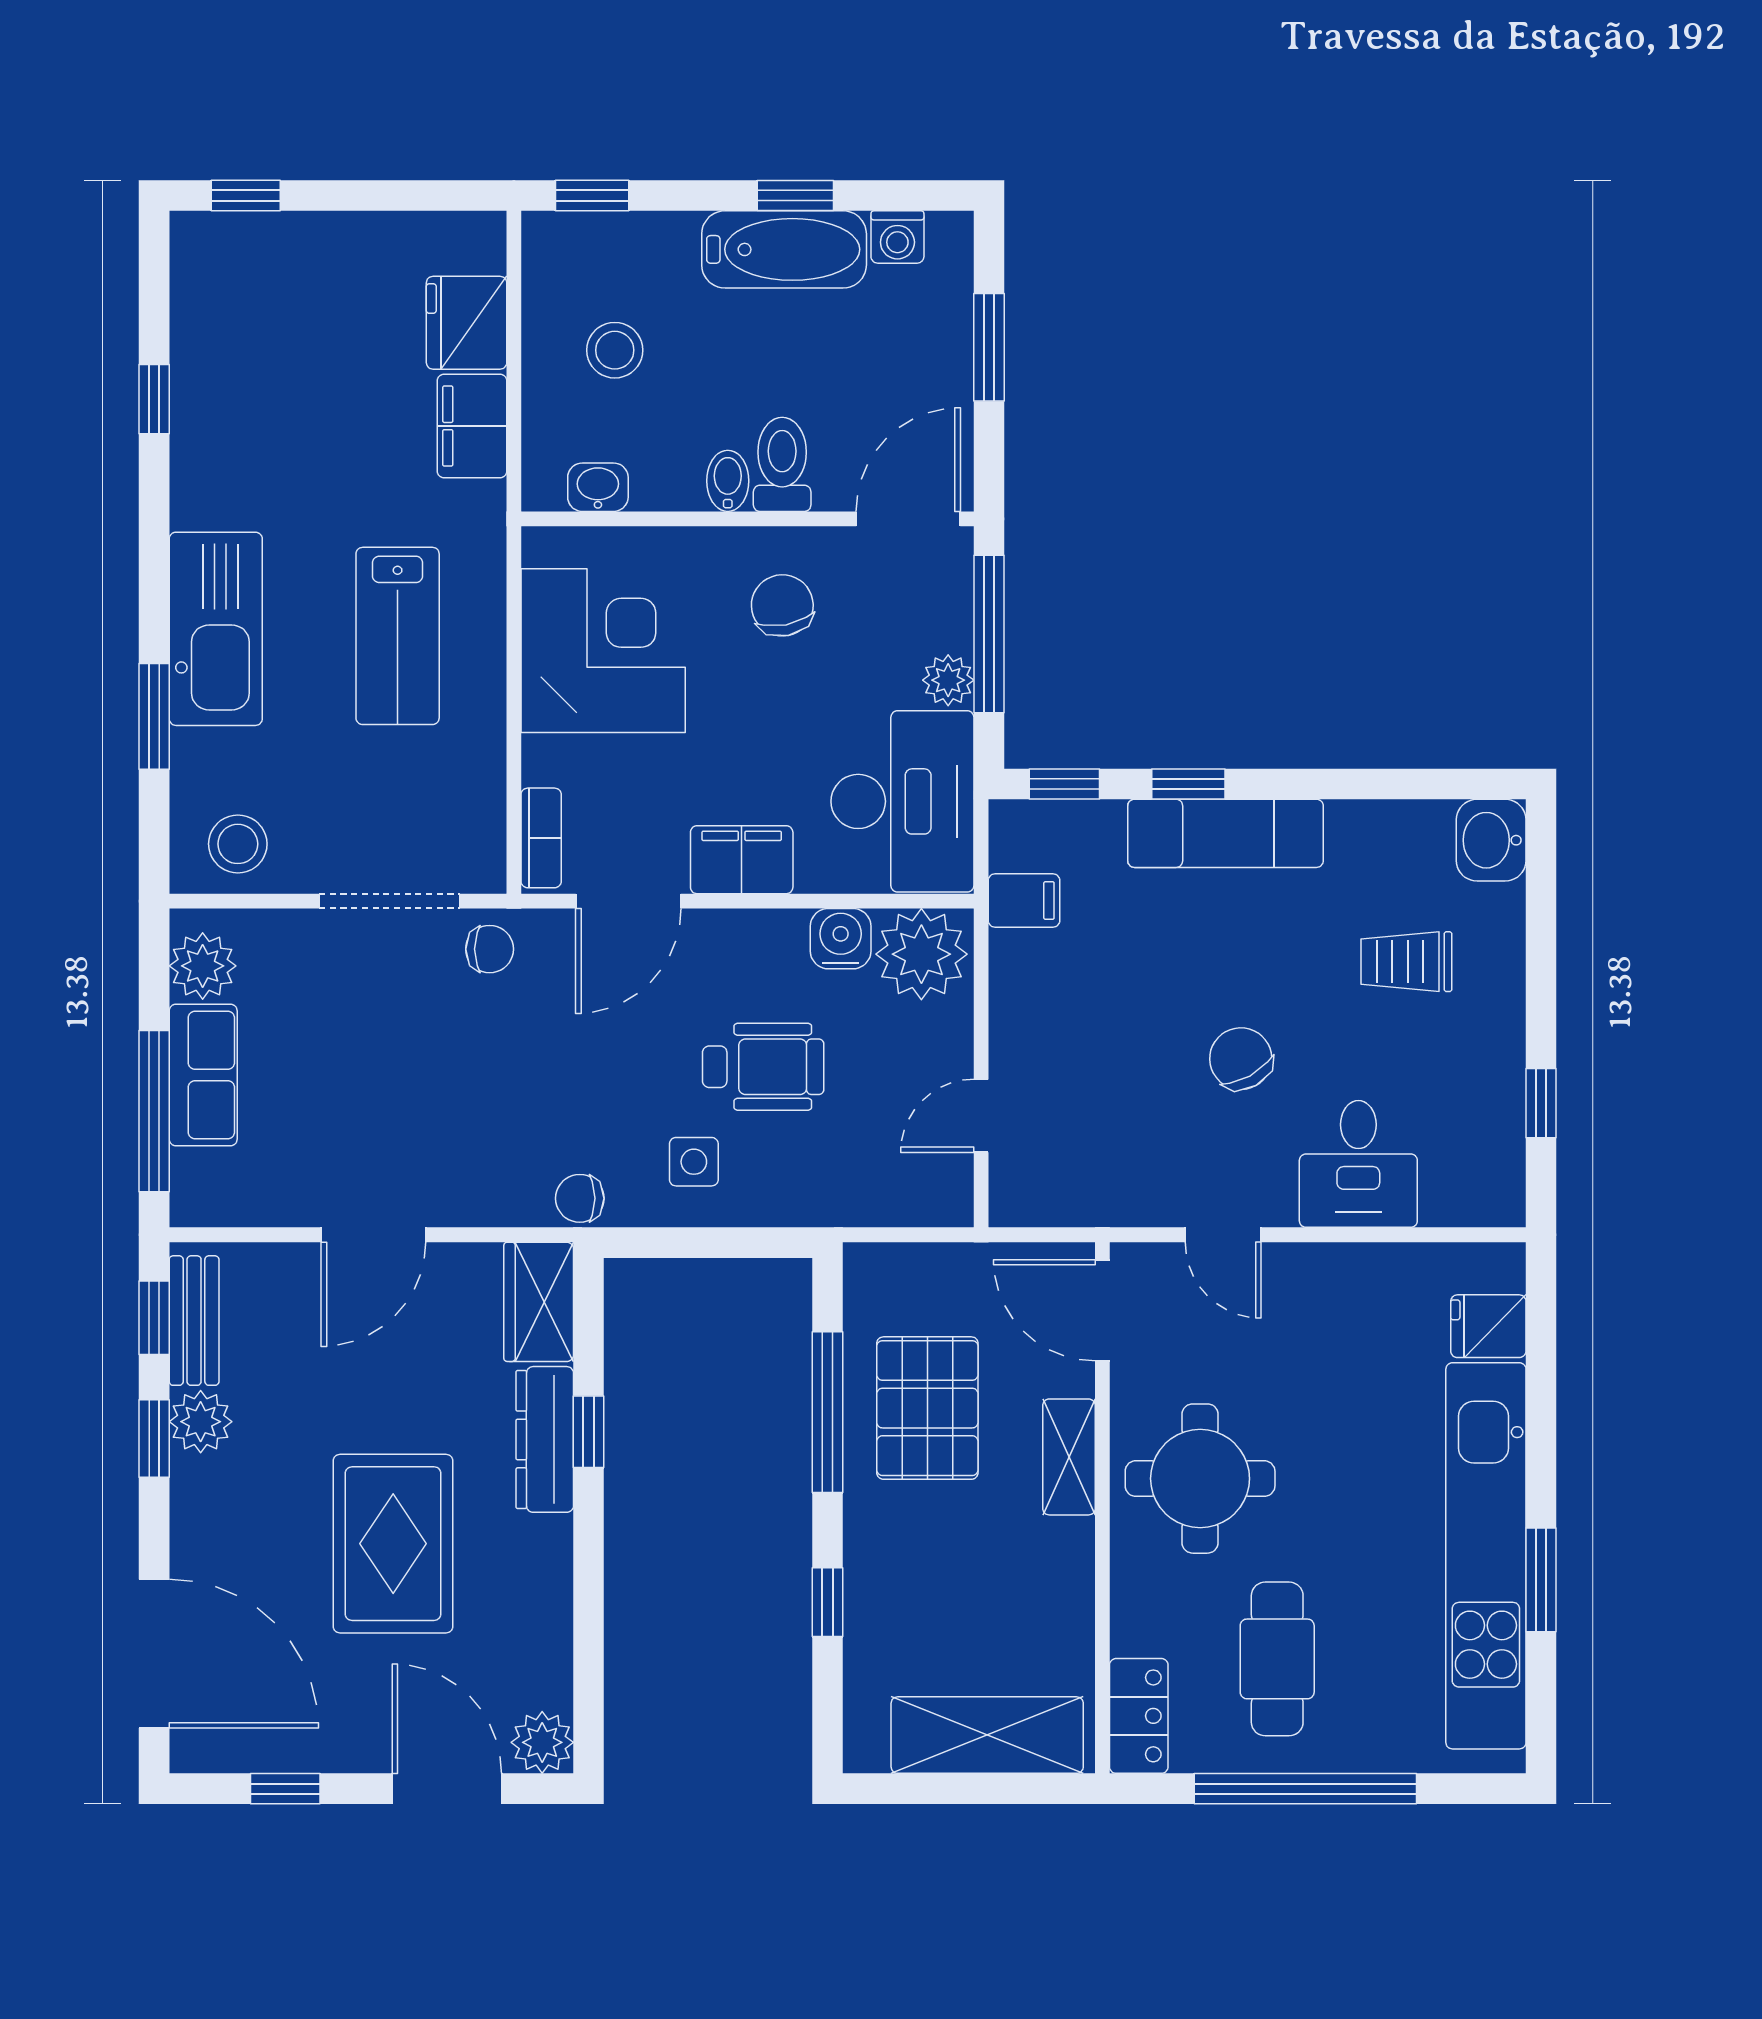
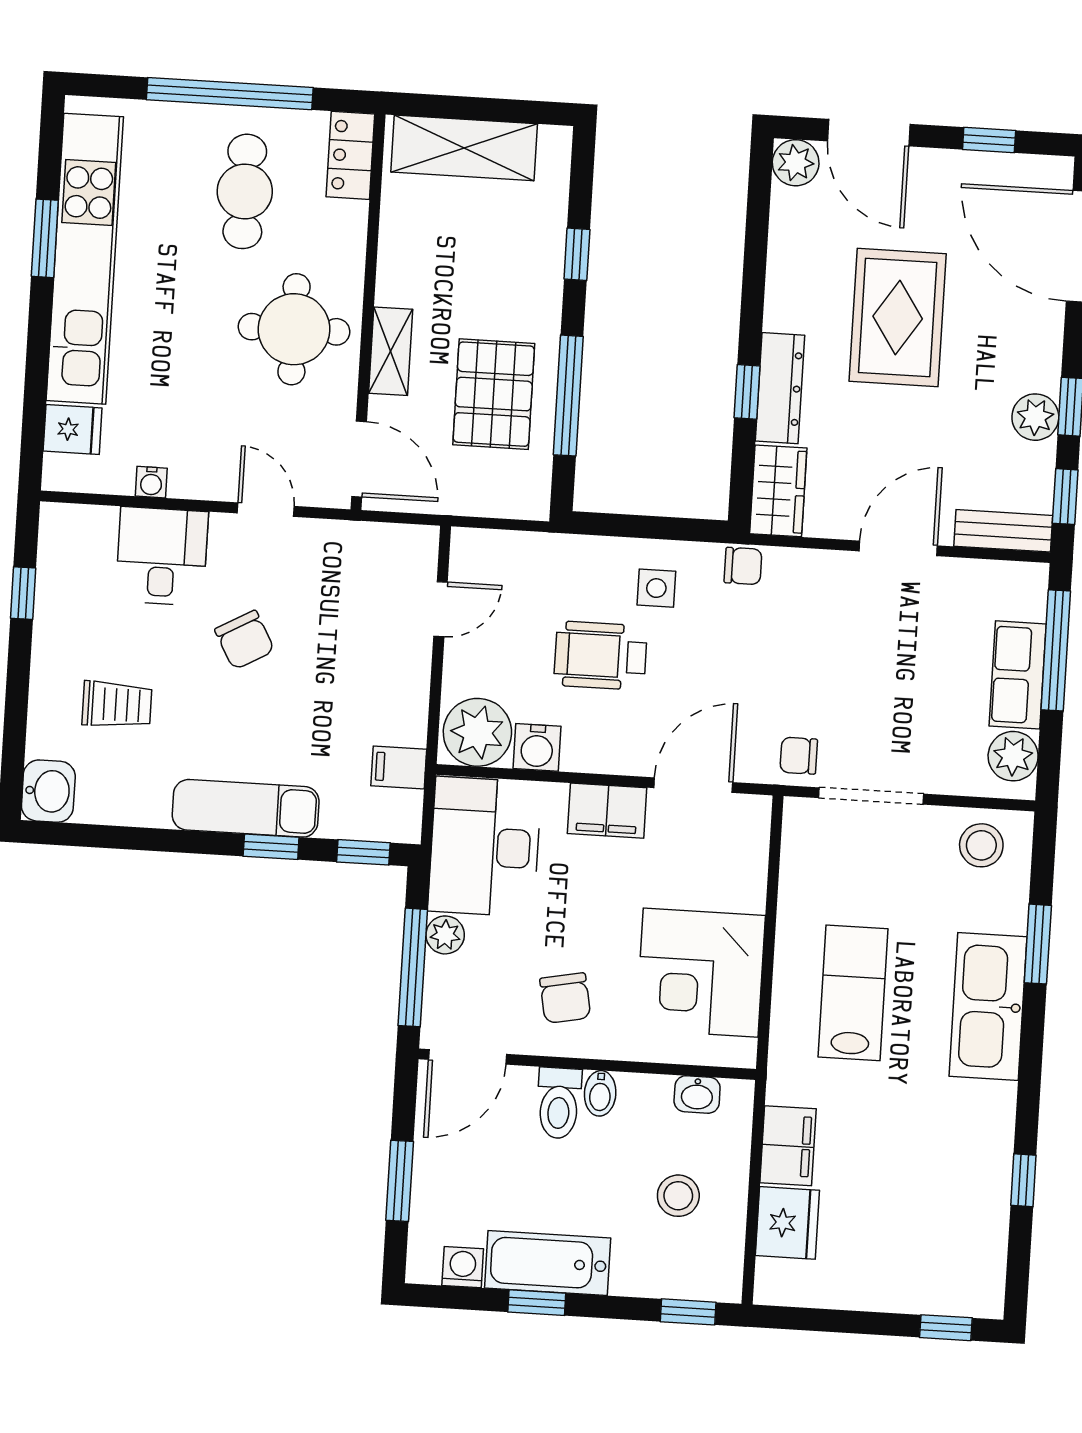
bookcase: (541, 838) -> (755, 836), removed
water cooler: (1379, 1262) -> (151, 482), added
bench: (194, 1321) -> (1003, 531), moved, turned 90

